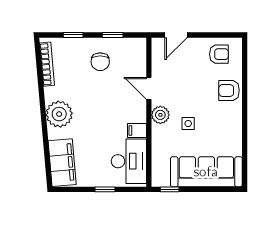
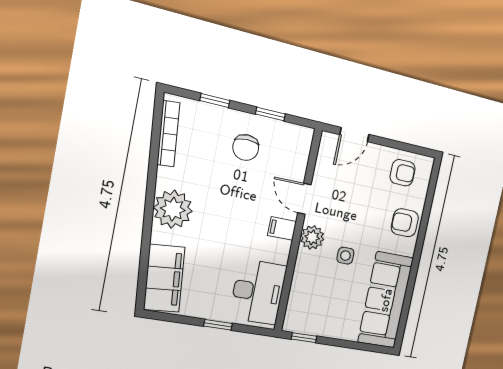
filing cabinet: (137, 131) -> (282, 228), moved
sofa: (206, 172) -> (386, 300), moved, turned -90

